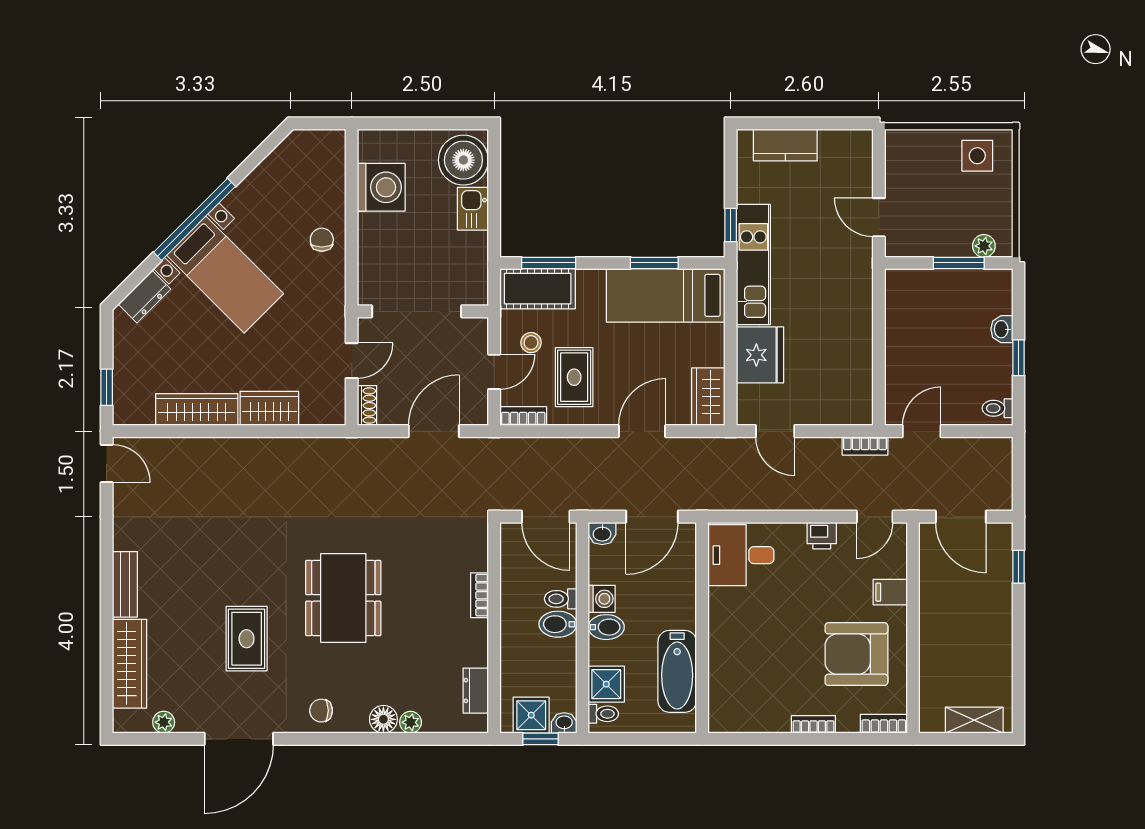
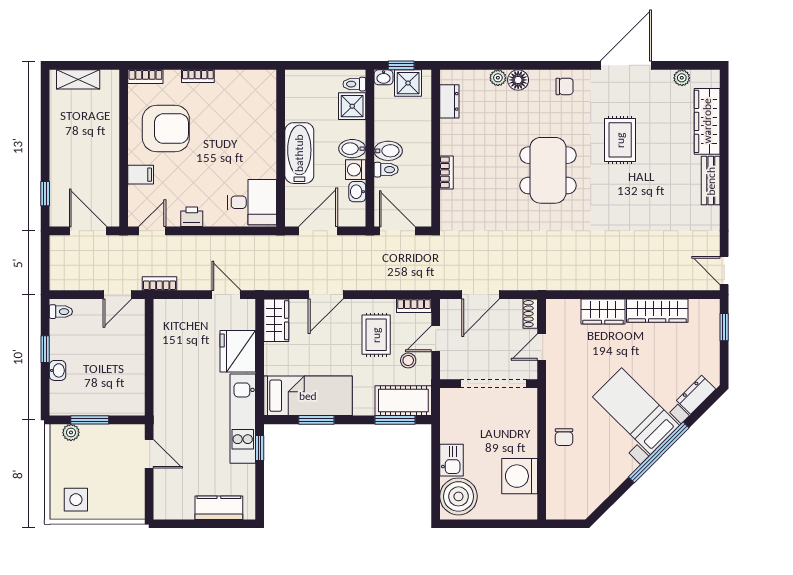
washbasin: (602, 533) -> (357, 192), moved, turned -90
bathtub: (677, 671) -> (299, 153), moved

